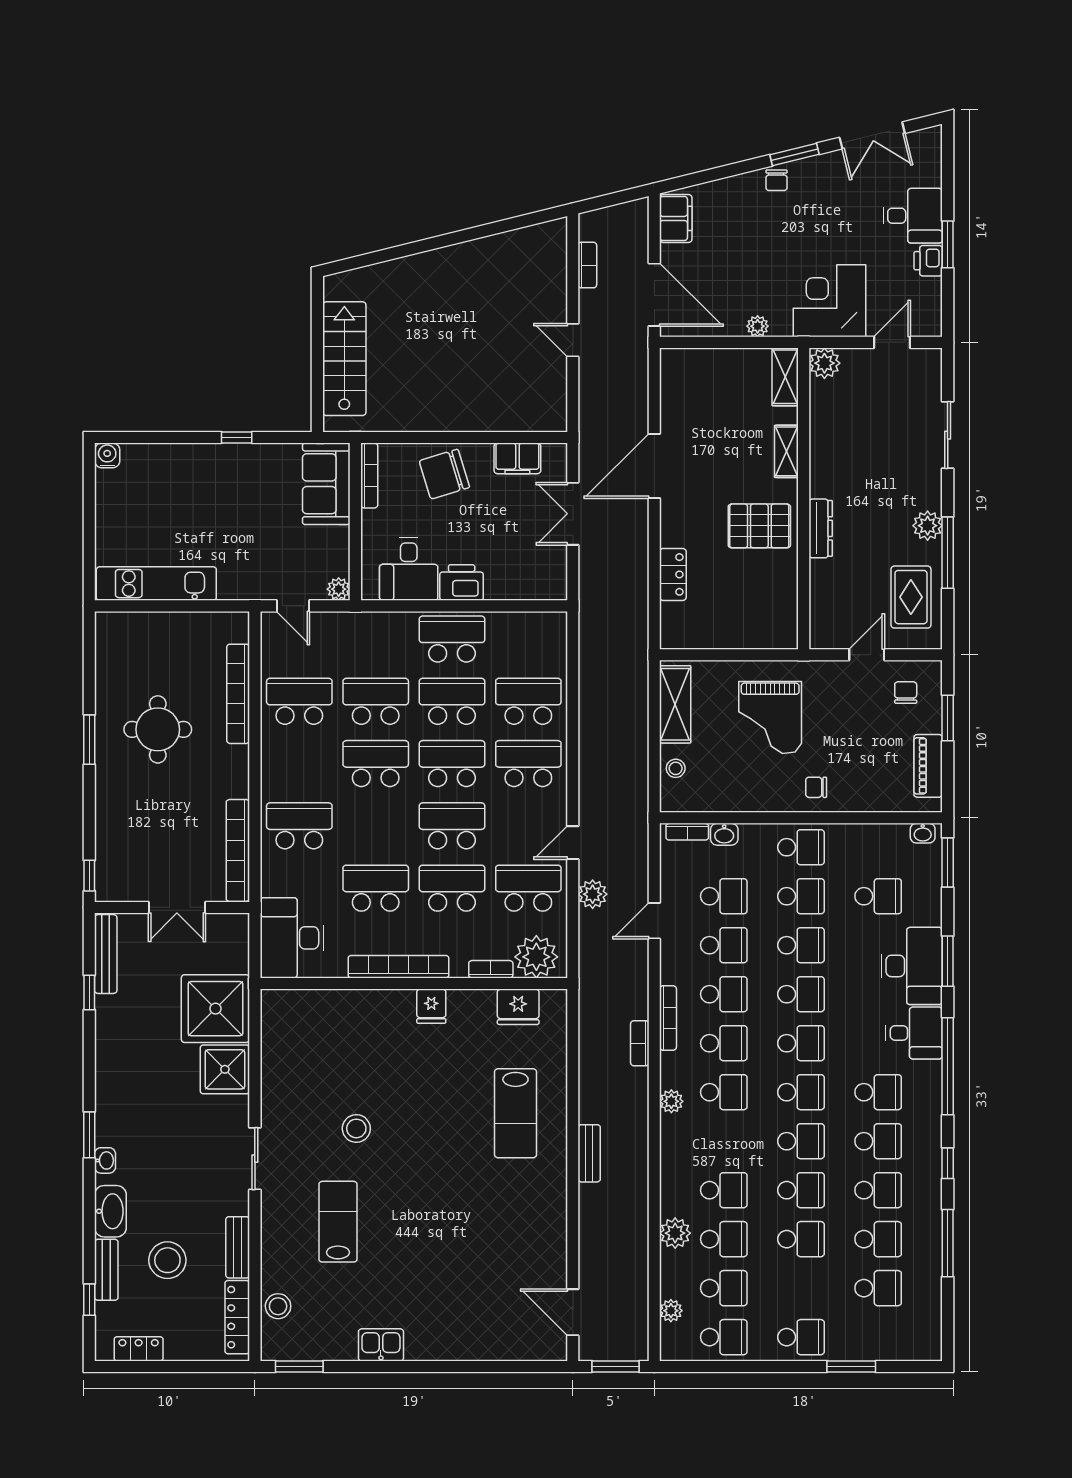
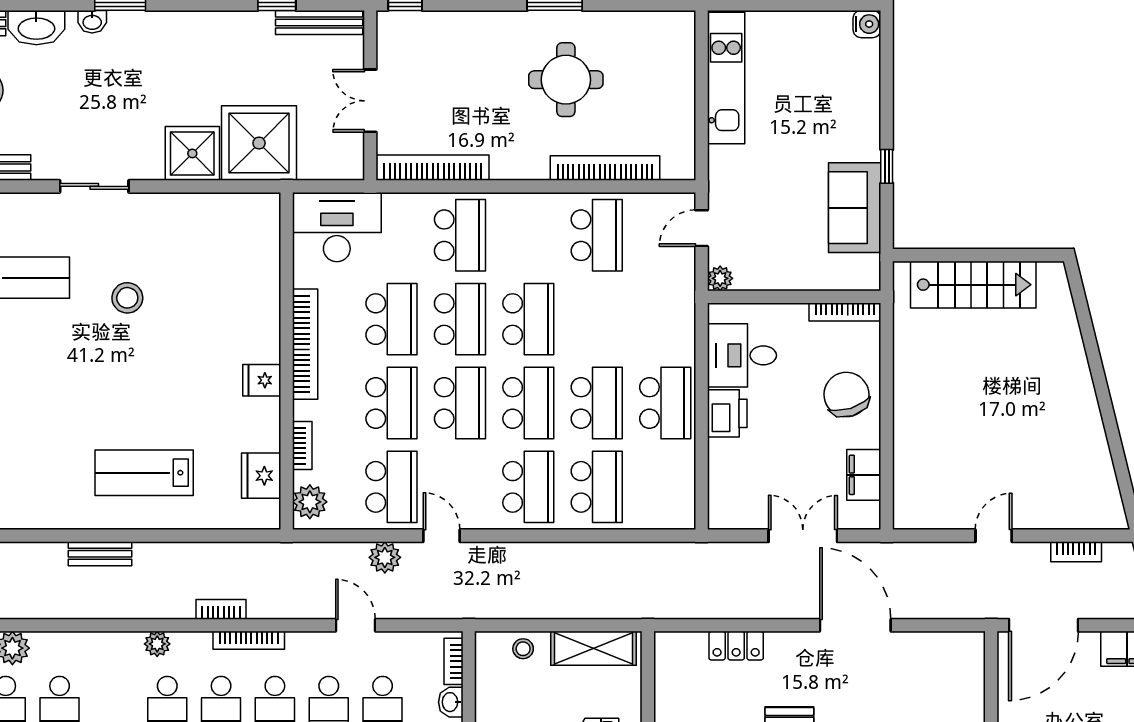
sofa: (326, 484) -> (855, 208), moved, turned -90
school desk: (376, 701) -> (460, 319), moved
plant: (536, 957) -> (310, 502), width x0.73, depth x0.73

